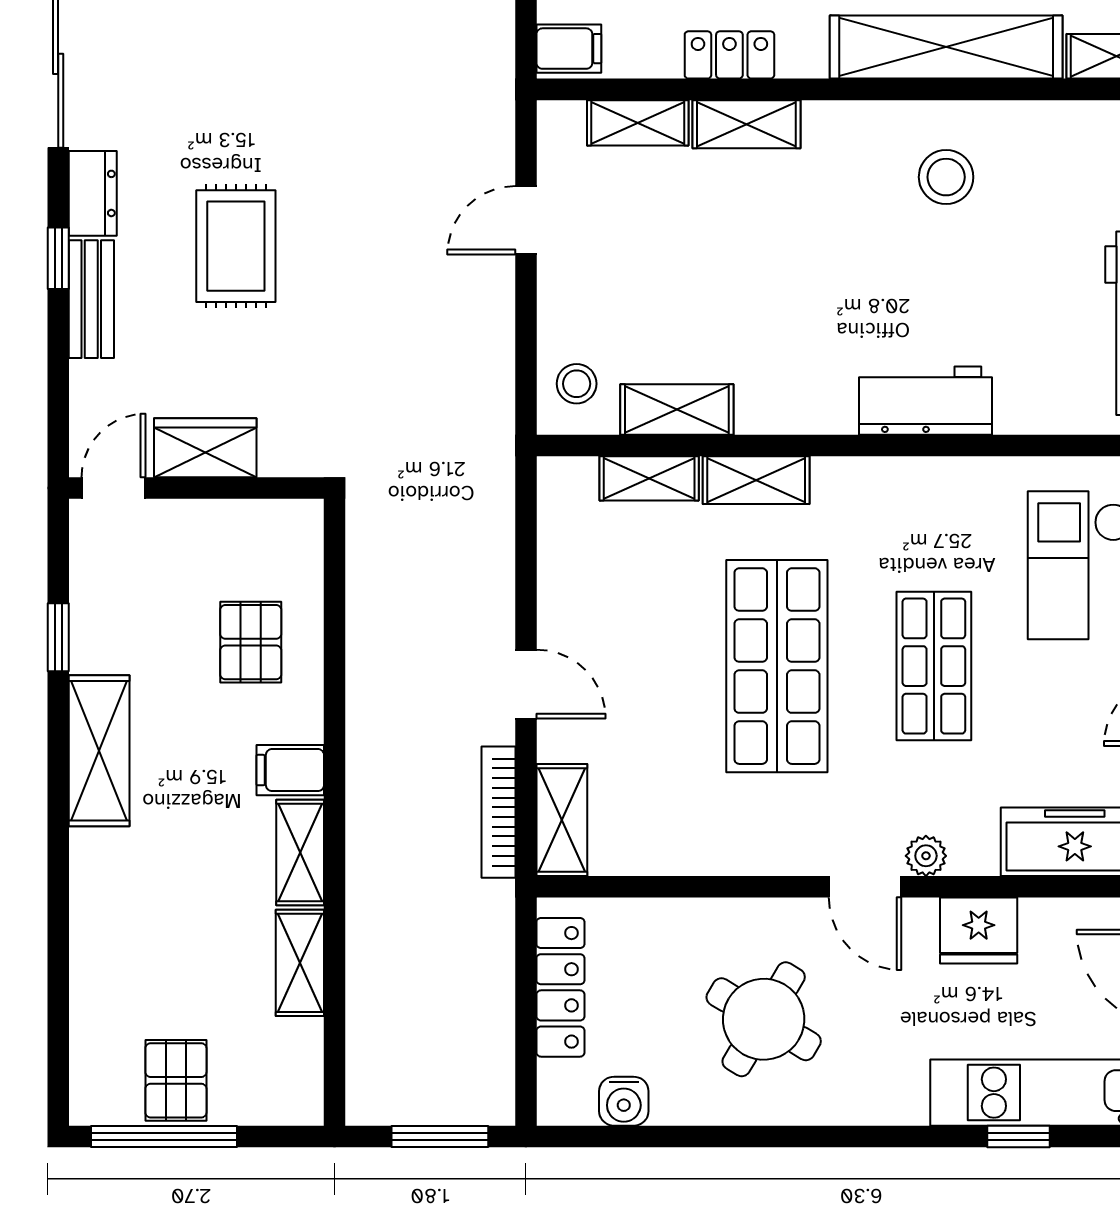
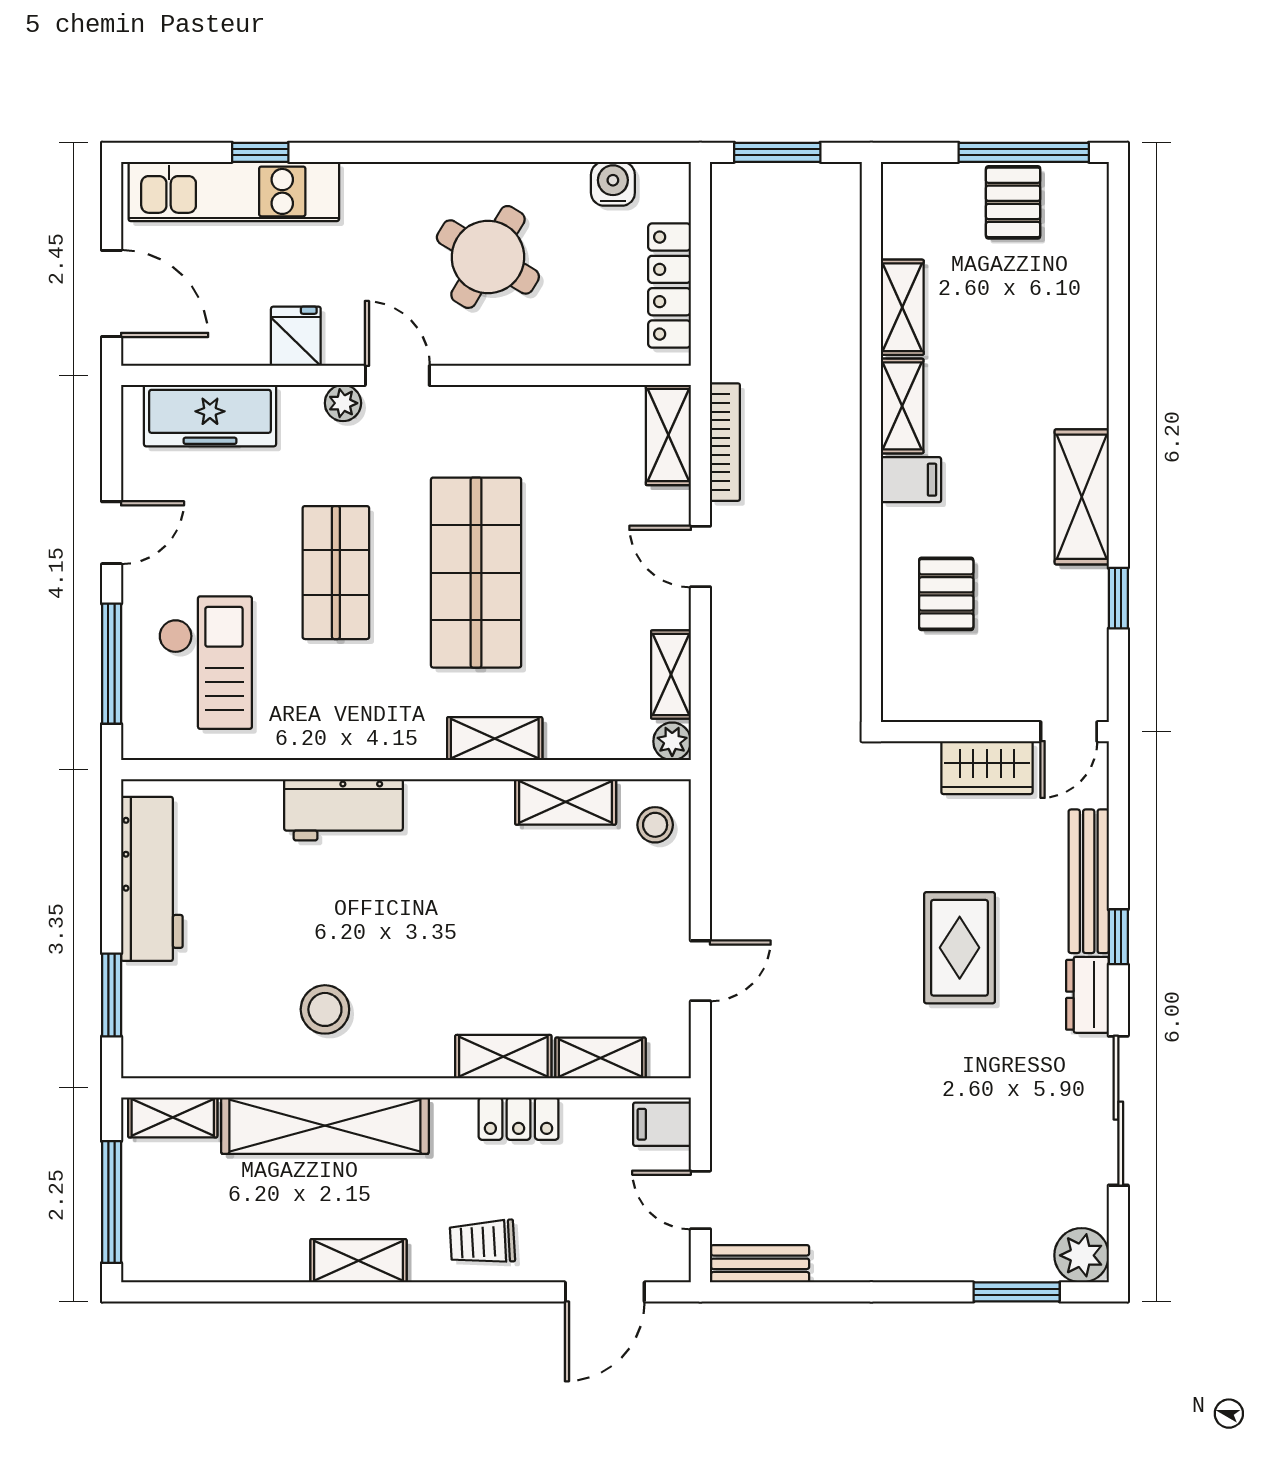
bench: (91, 299) -> (1089, 881), width x1.36
plant: (558, 477) -> (672, 741), added
shelving: (649, 478) -> (671, 674), moved, turned 90
fridge: (979, 930) -> (296, 336), width x0.72

